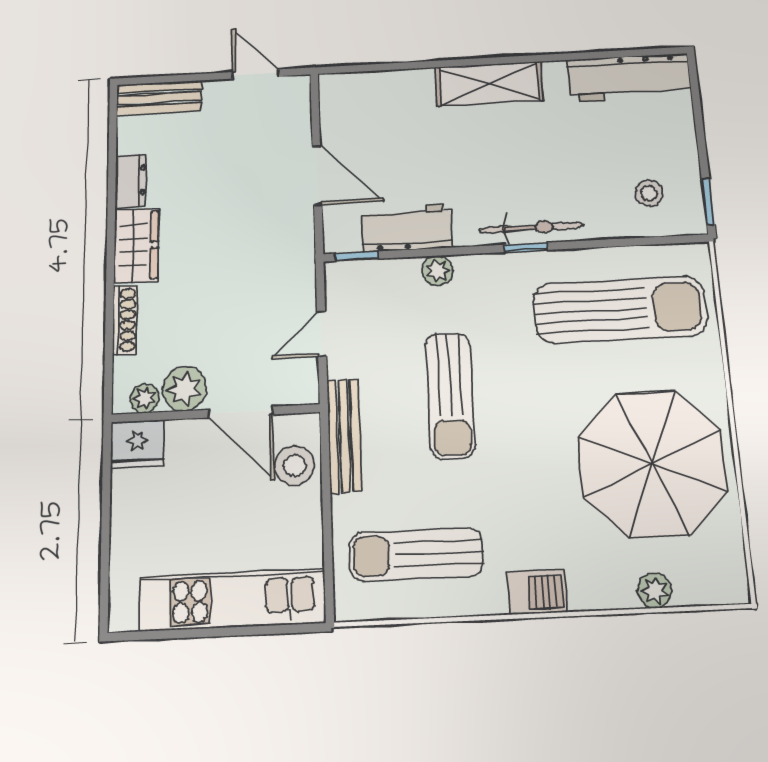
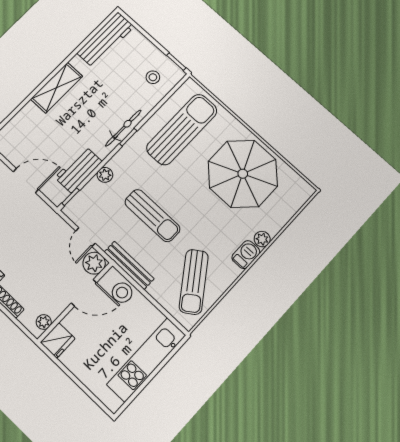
plant: (184, 389) -> (94, 263), moved
sun lounger: (416, 554) -> (194, 282), turned -35
plant: (655, 590) -> (262, 239), moved

